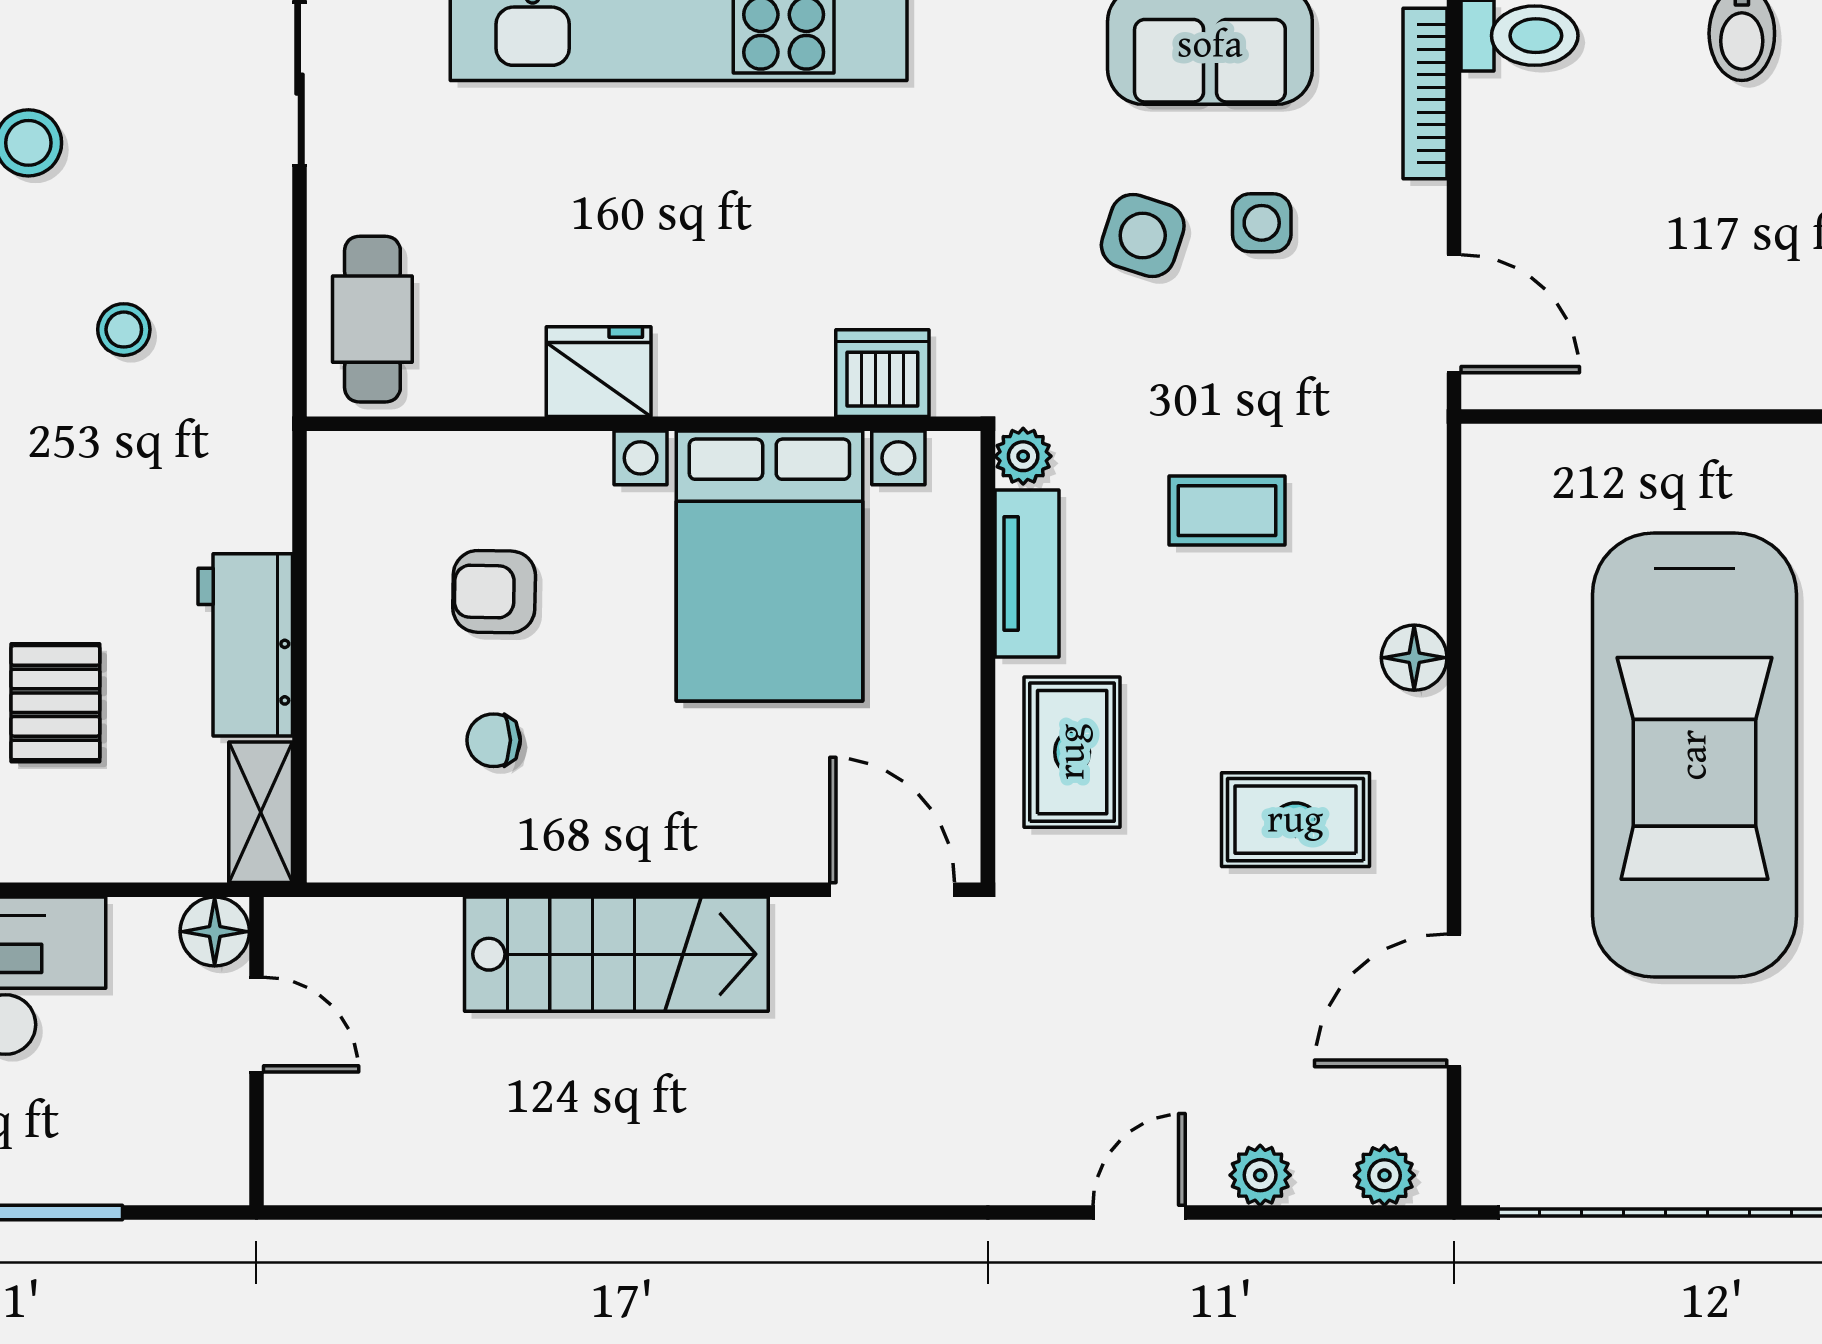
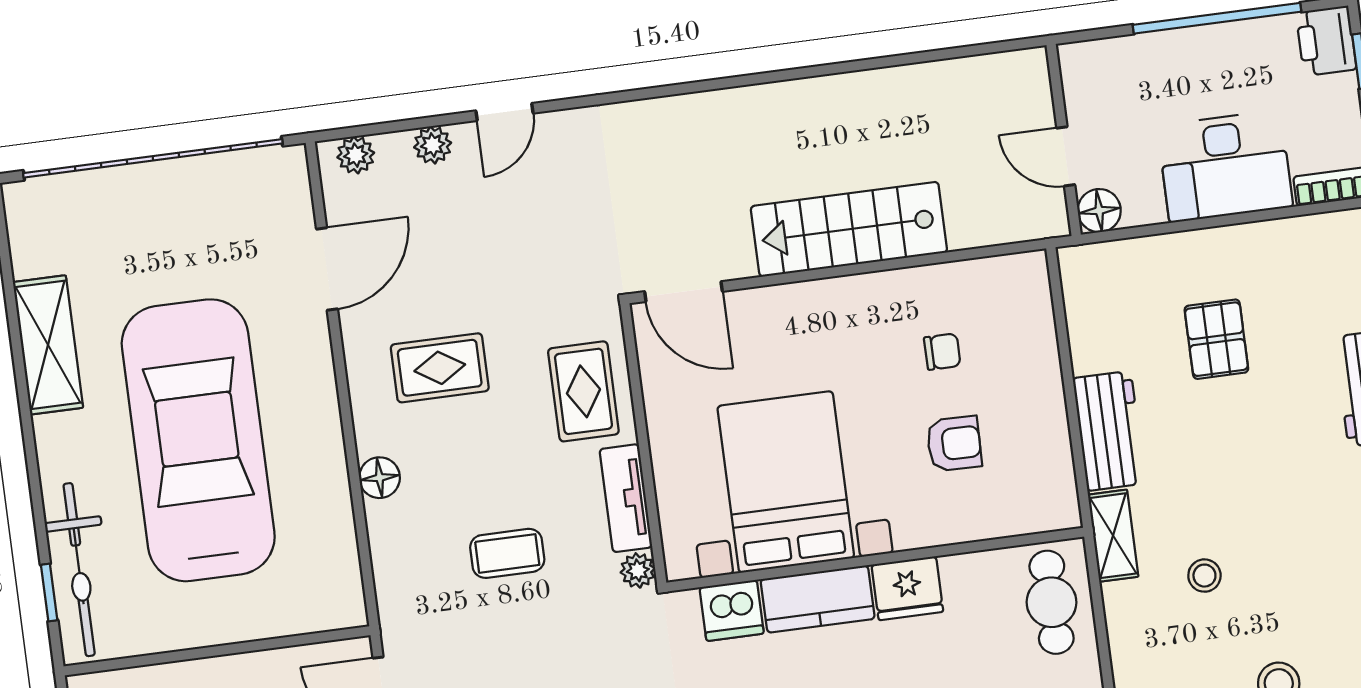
kitchen counter: (743, 373) -> (818, 599), added
workbench: (245, 645) -> (1109, 431), moved
shelving: (261, 812) -> (1113, 536), moved

